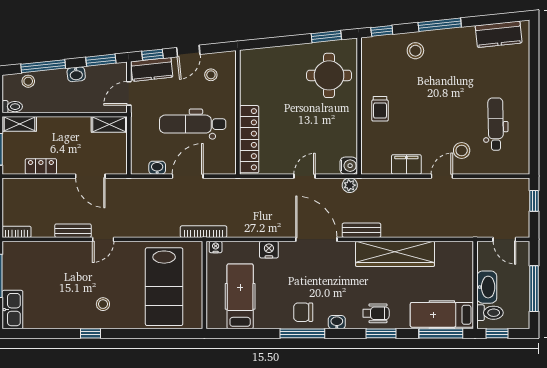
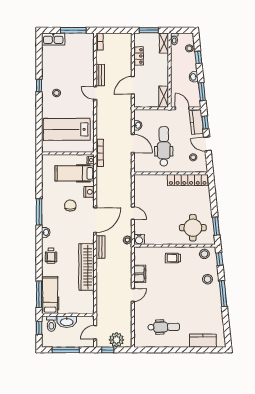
kitchen counter: (499, 34) -> (203, 341), moved, turned 96
window: (43, 66) -> (198, 57), width x0.46
locker: (249, 139) -> (188, 180), moved
stool: (462, 150) -> (204, 254), moved
door: (442, 176) -> (133, 295), hinge flipped
window: (534, 201) -> (108, 350), moved
plant: (517, 204) -> (116, 340), added
hospital bed: (240, 296) -> (75, 173), moved, turned 180
chair: (303, 312) -> (70, 206), moved
window: (381, 333) -> (39, 259), removed

